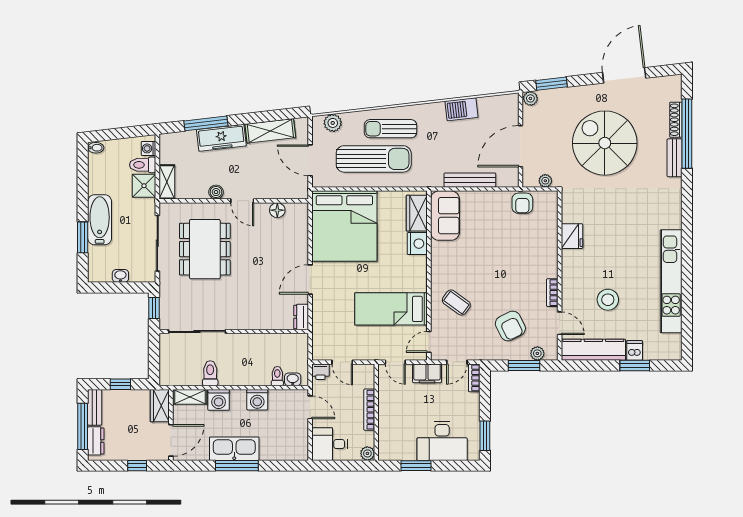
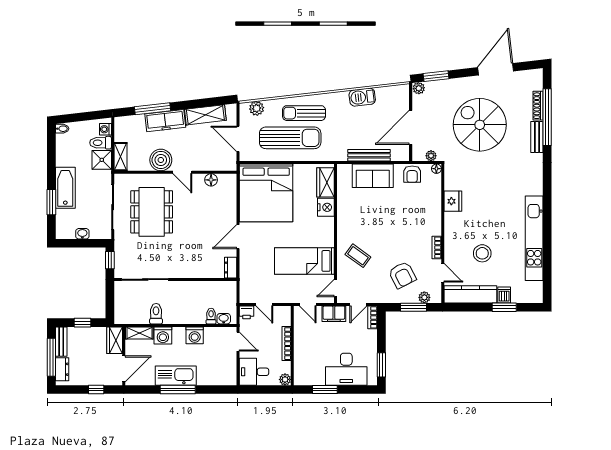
boiler: (216, 192) -> (161, 160), width x1.86, depth x1.86
floor lamp: (552, 197) -> (436, 169), added
sofa: (445, 216) -> (373, 176), moved, turned 90

